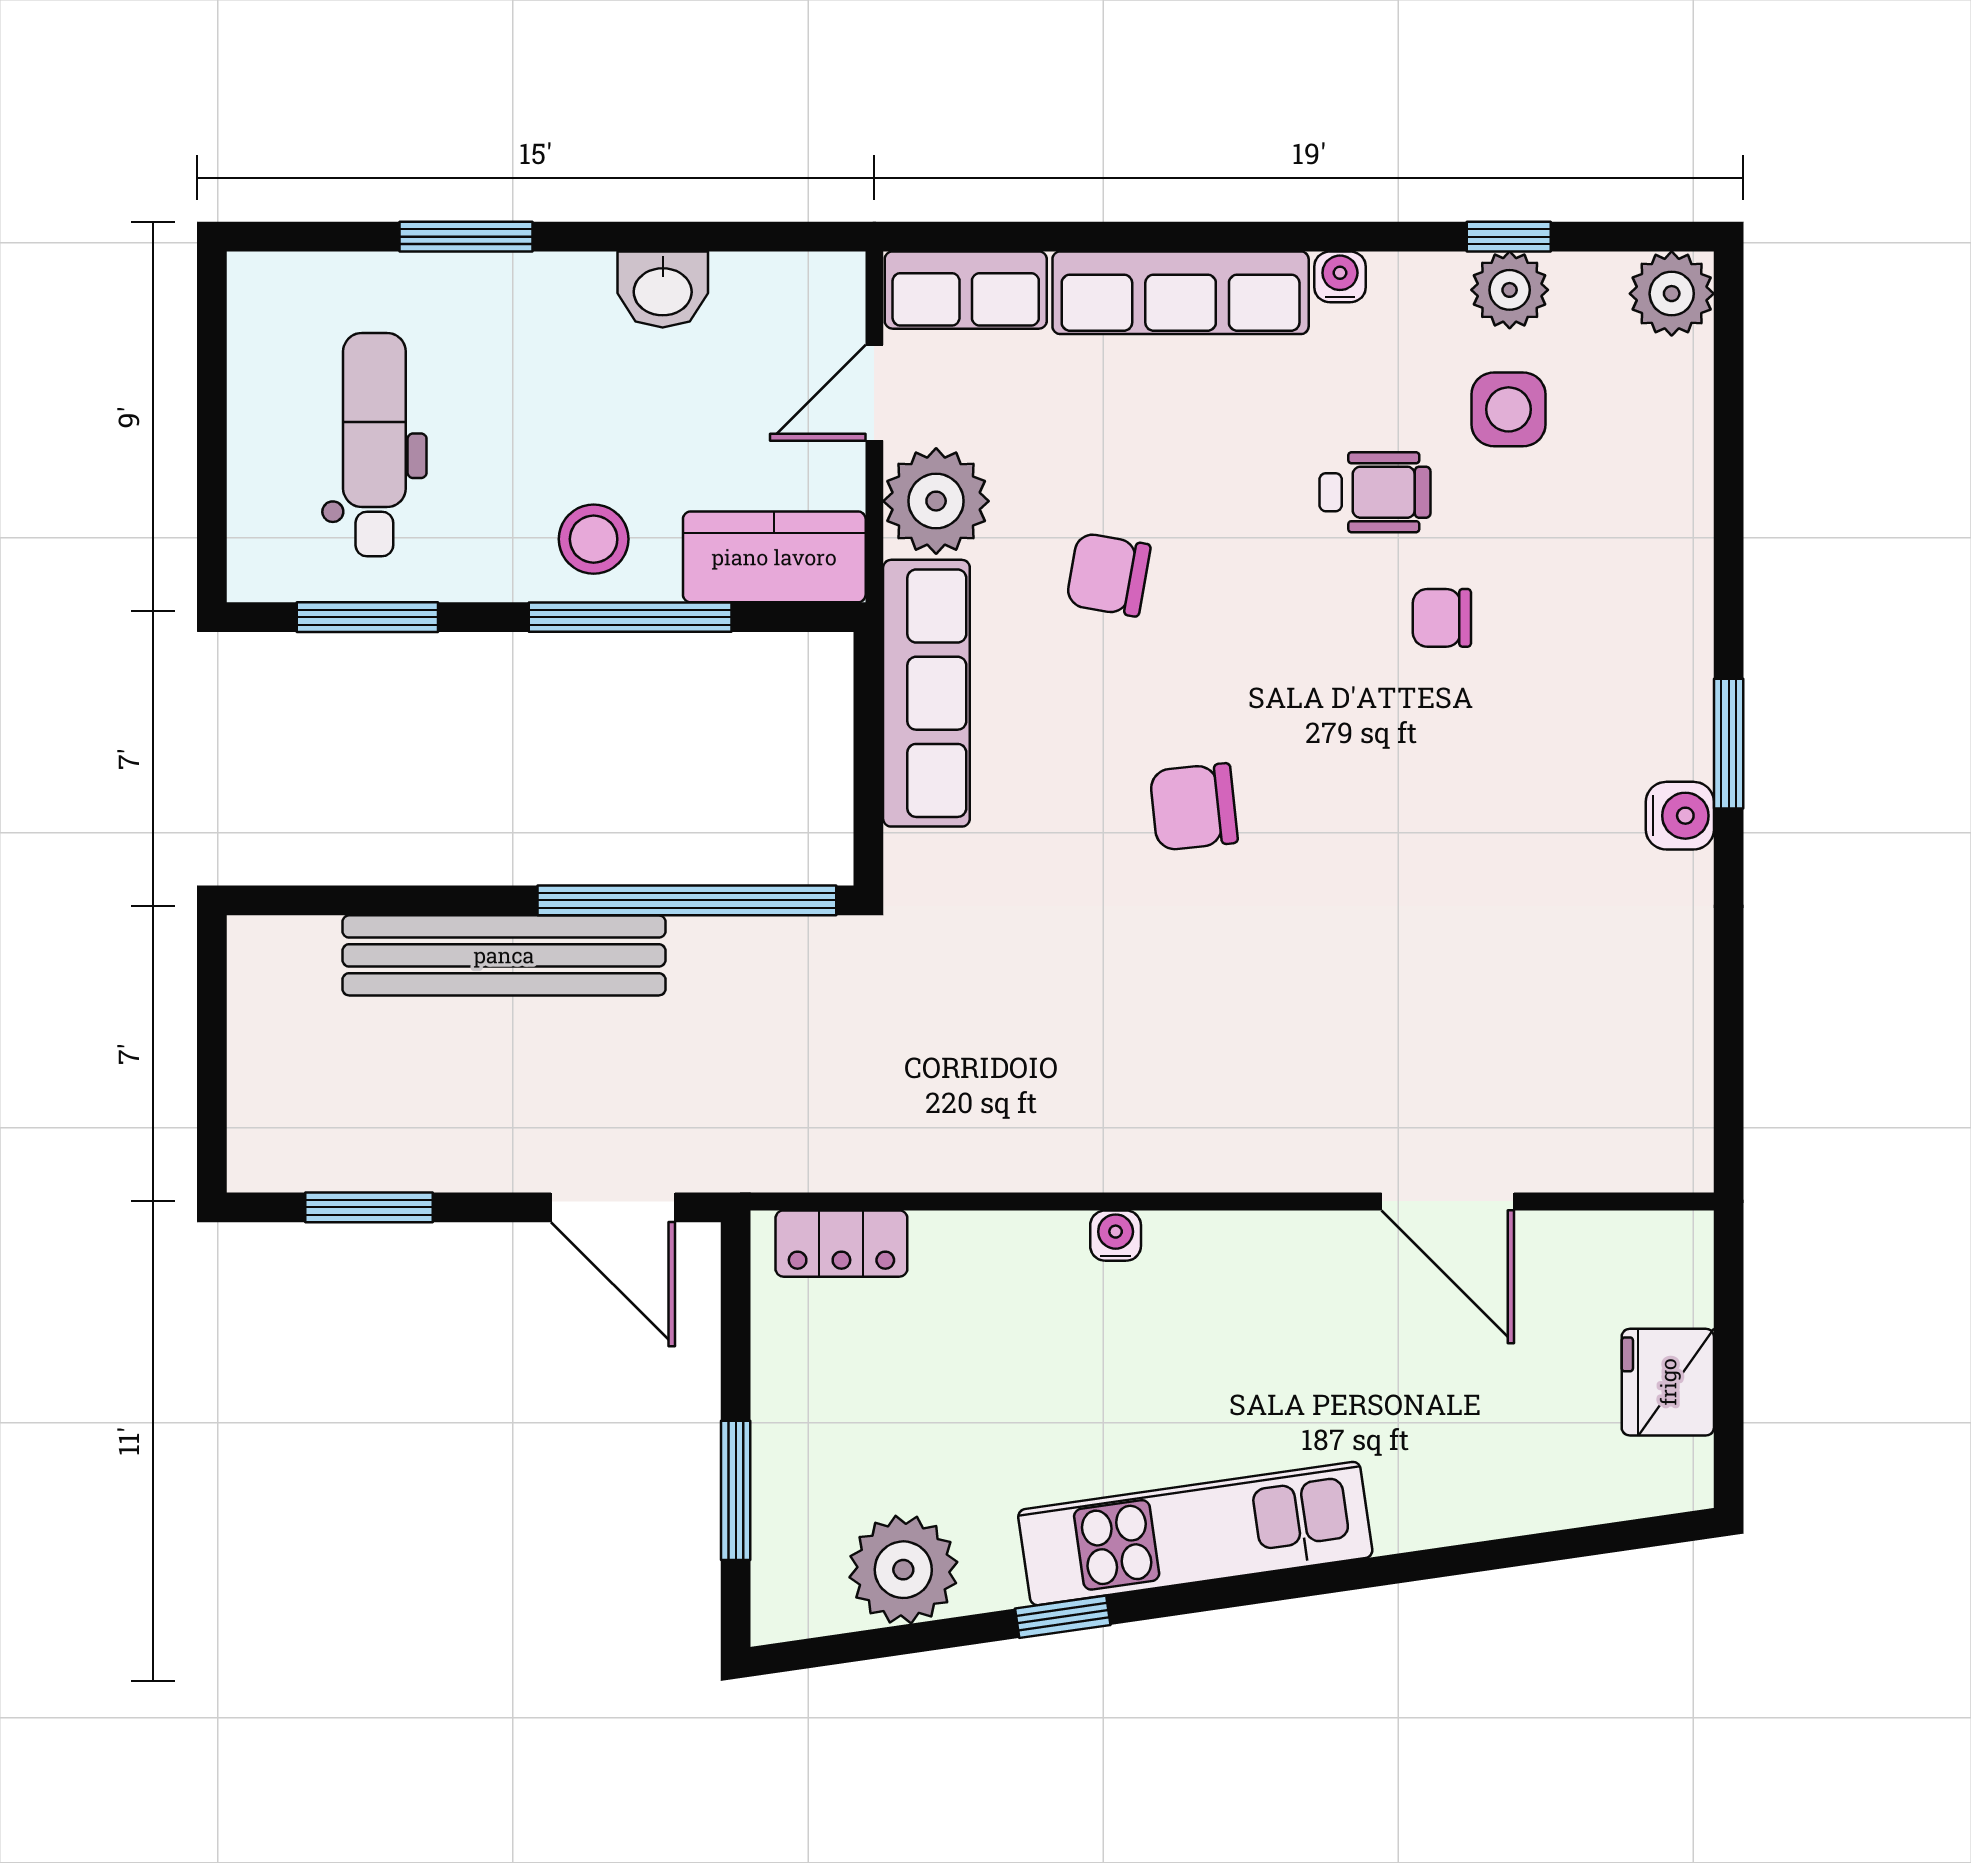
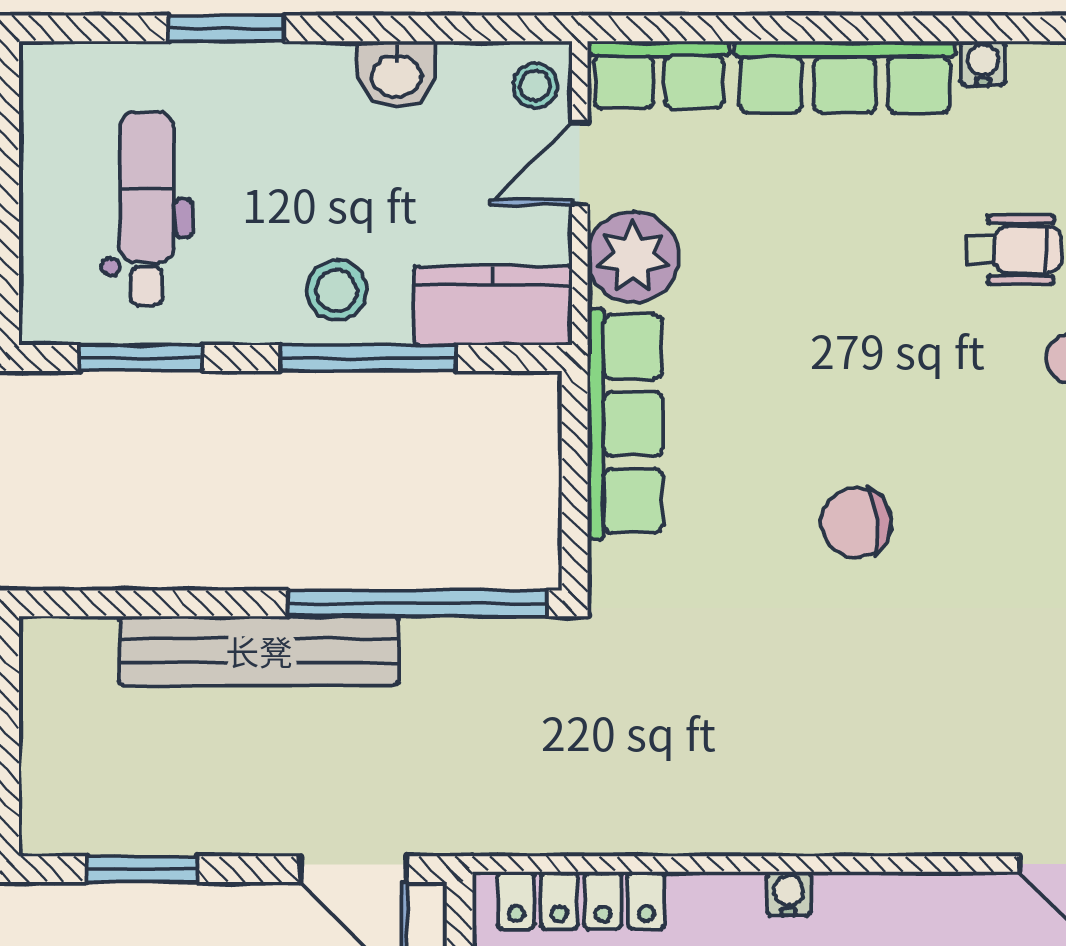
stool: (823, 303) -> (535, 86), added
chair: (1108, 575) -> (782, 321), removed
locker: (841, 1244) -> (581, 900), width x1.53

